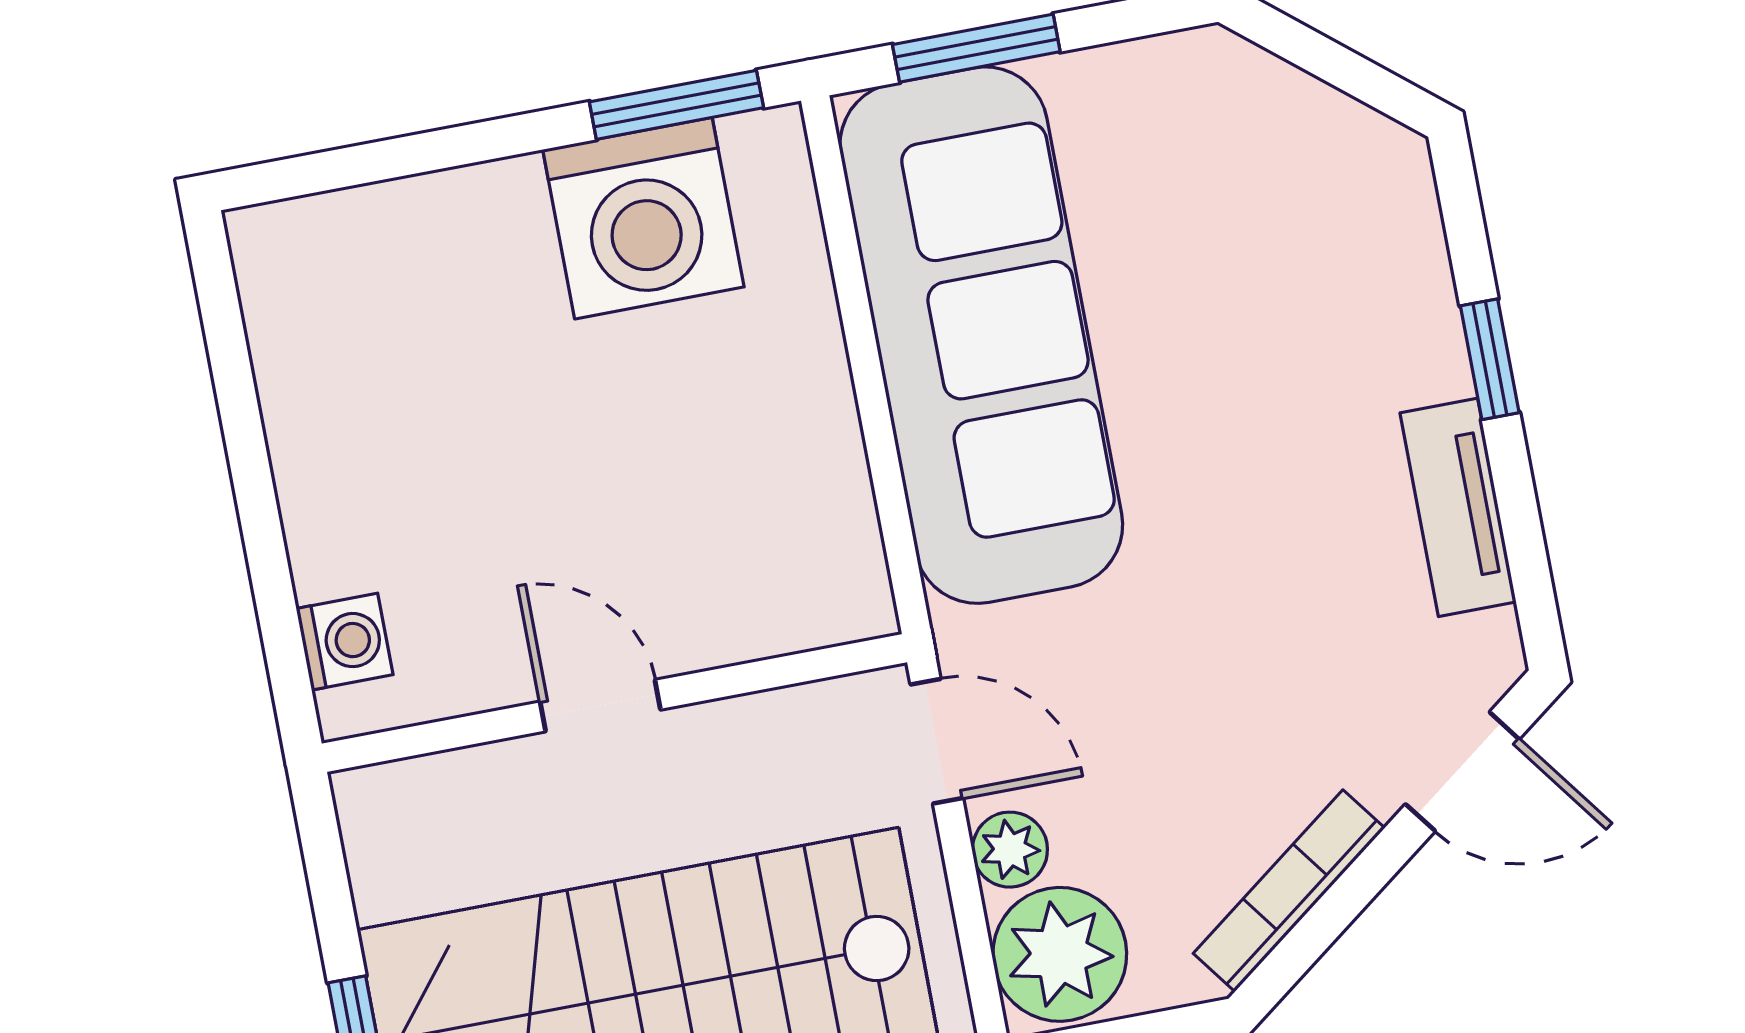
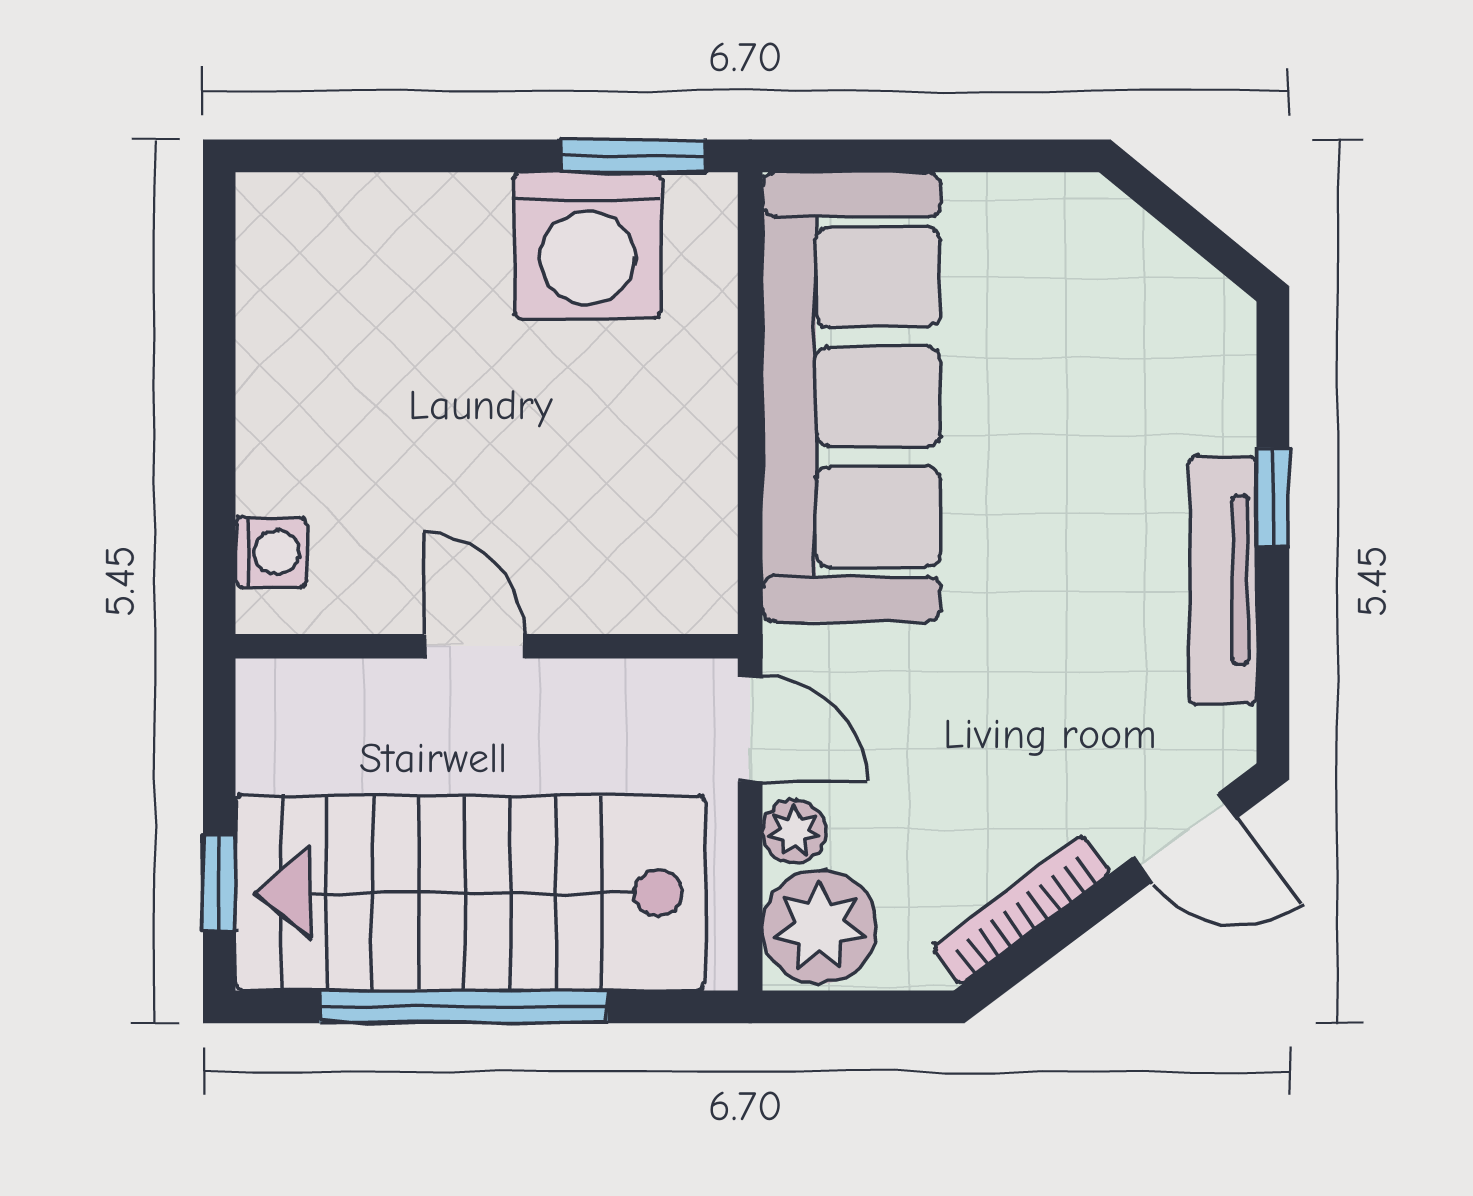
window: (976, 48) -> (893, 156), removed
tv unit: (1458, 507) -> (1223, 580), width x1.41

